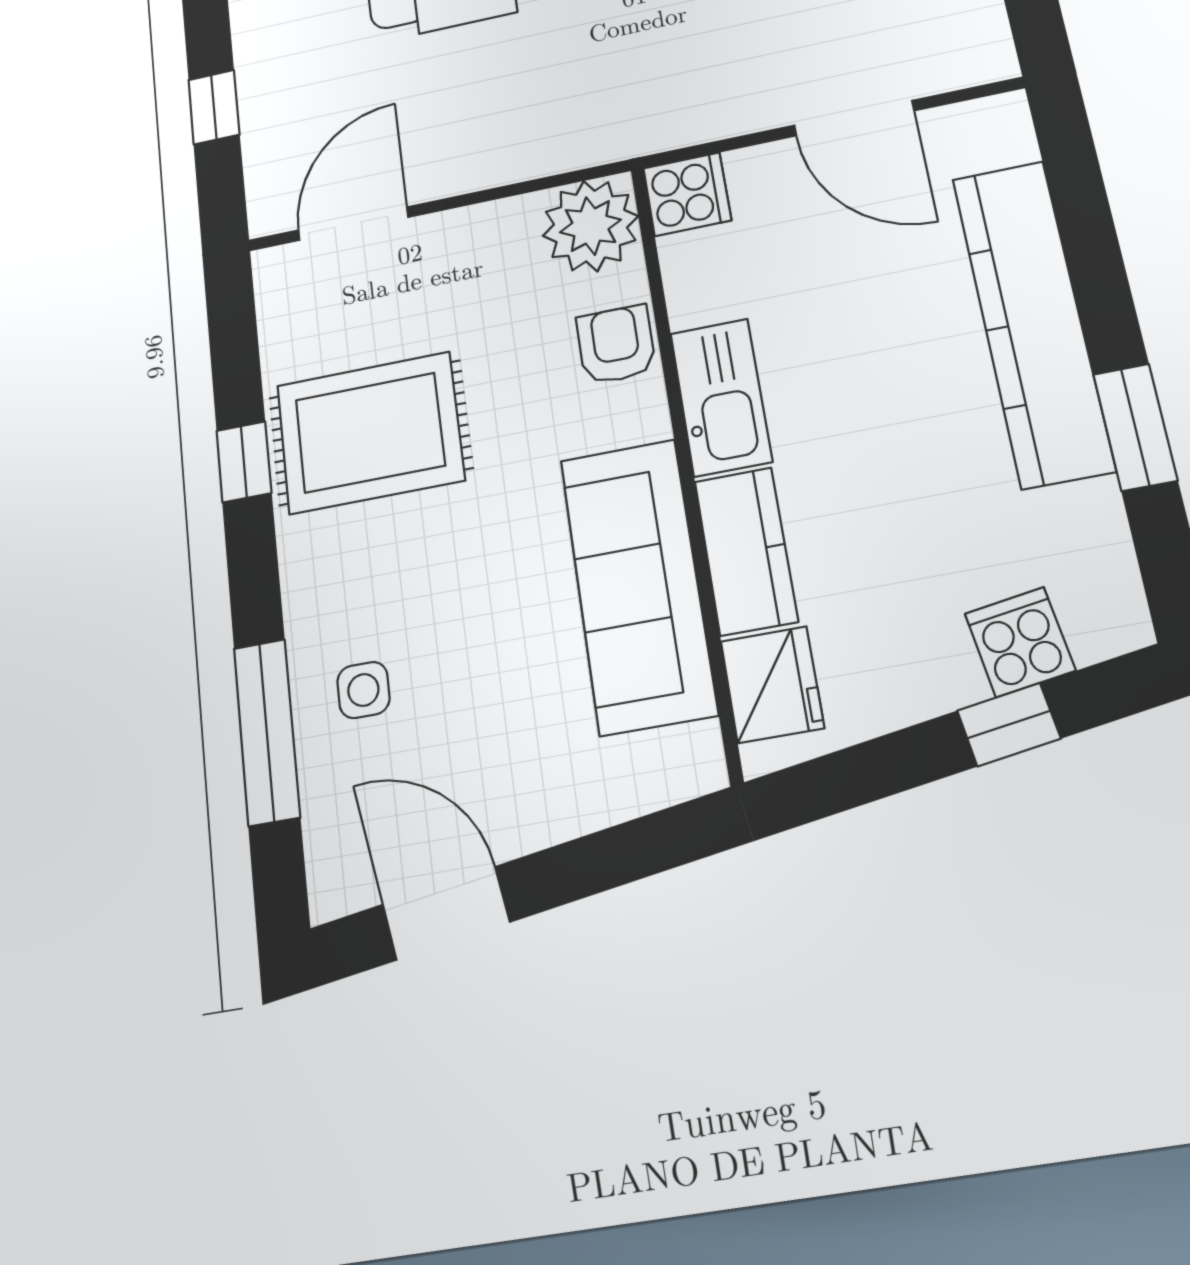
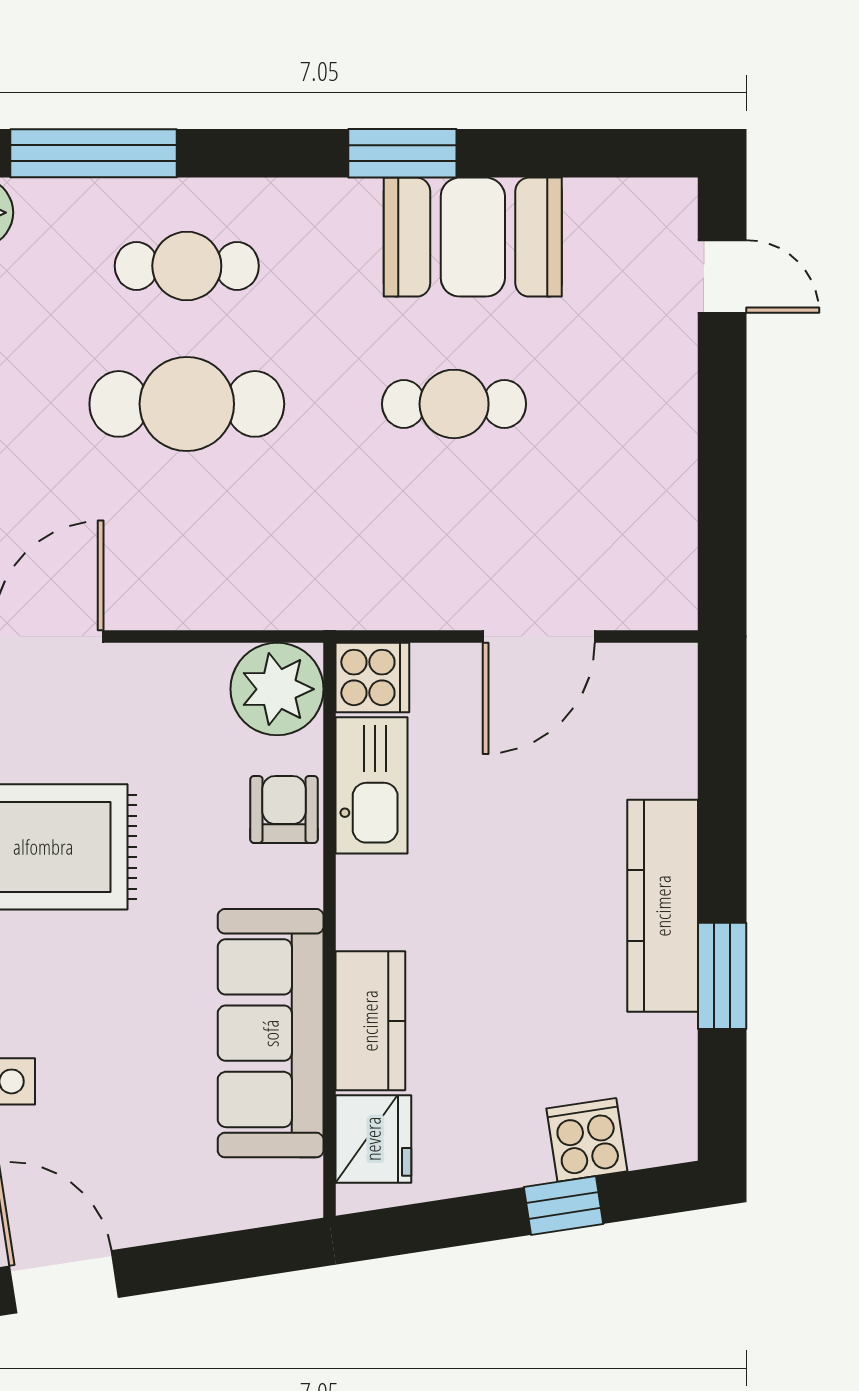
door: (854, 118) -> (539, 637), hinge flipped
kitchen counter: (1032, 322) -> (663, 906), width x0.72, depth x0.86
kitchen sink: (721, 397) -> (372, 785), moved

